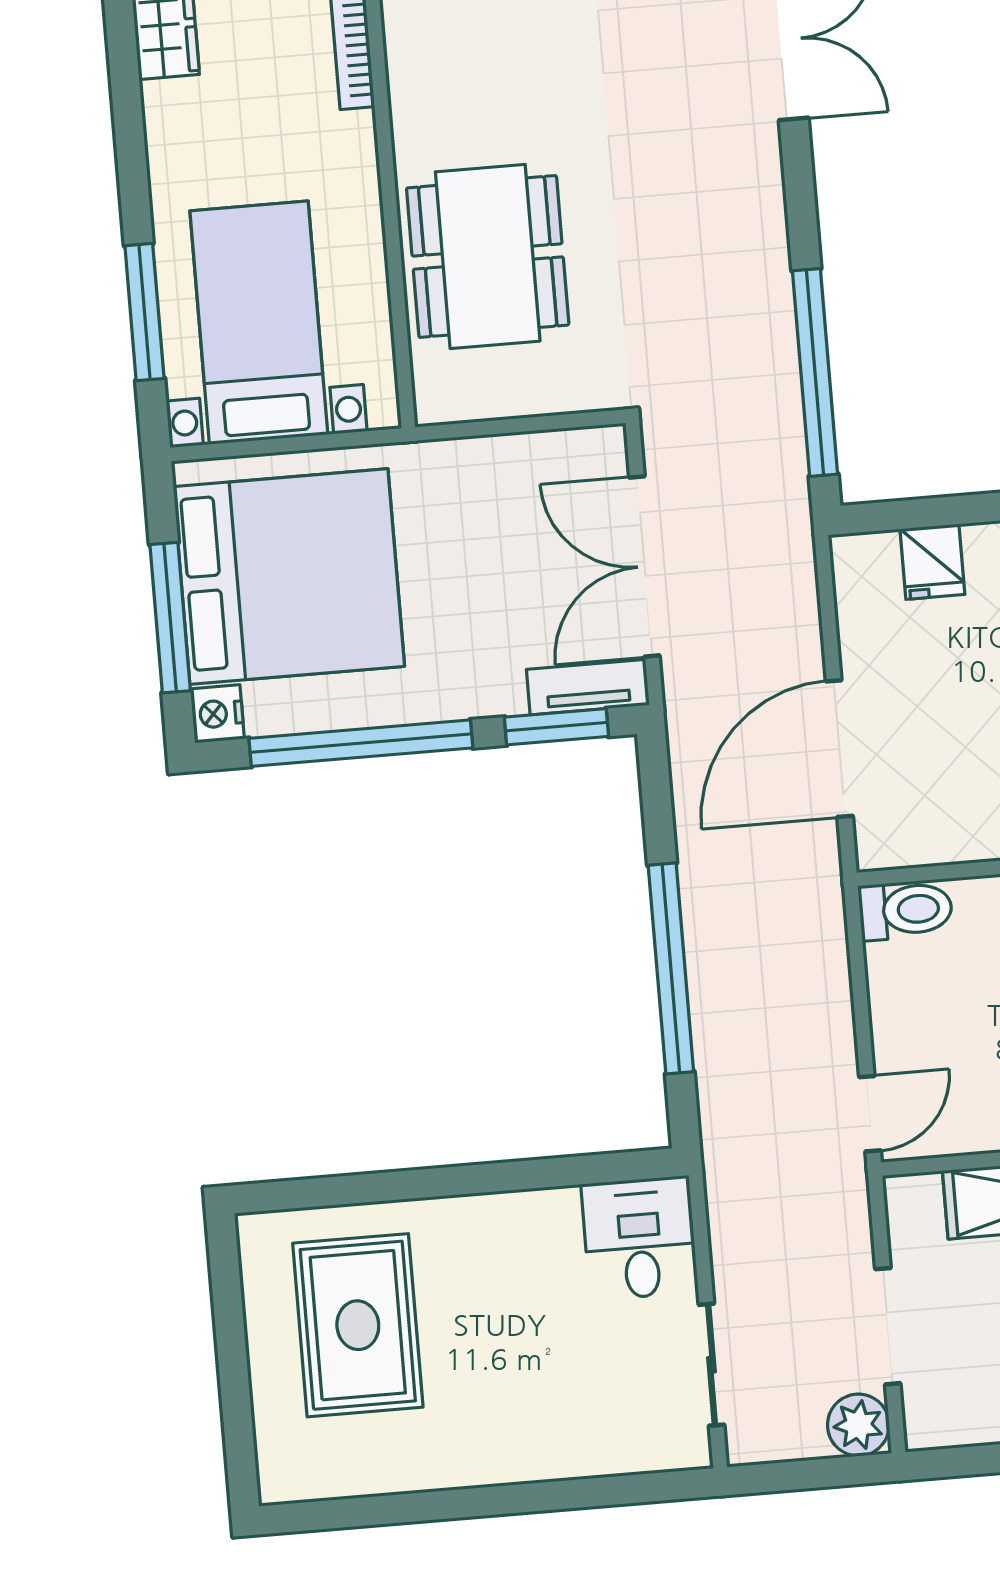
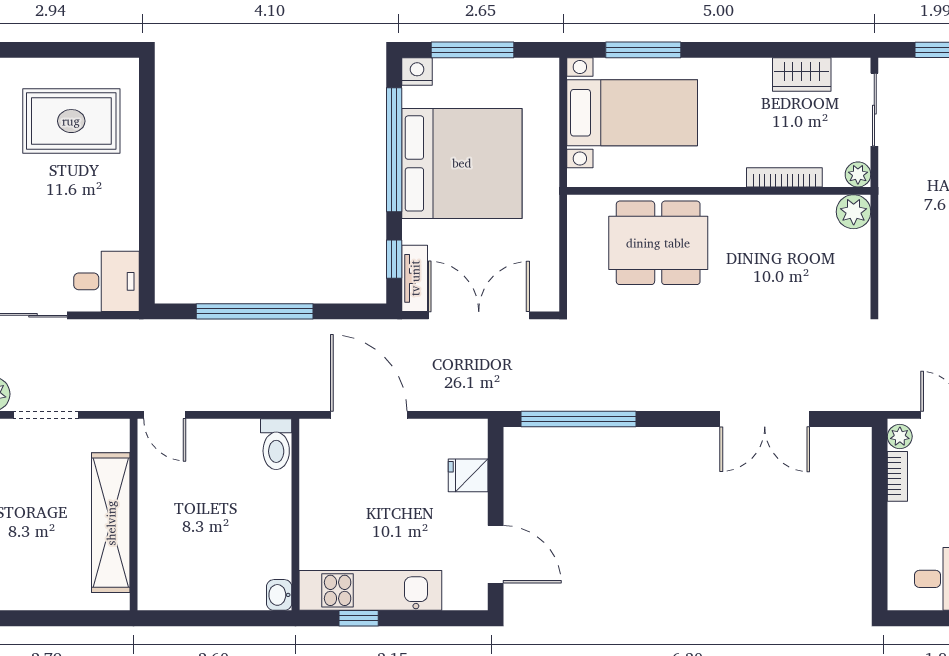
bed: (289, 577) -> (462, 163), moved, turned -90
window: (556, 727) -> (394, 259), width x0.67

